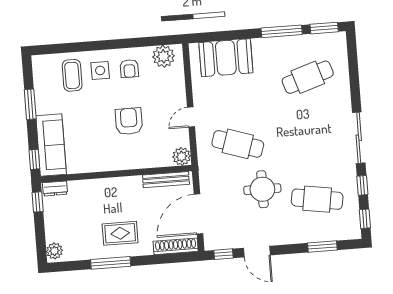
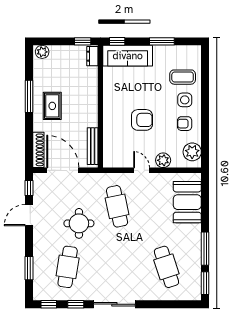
cafe table: (238, 144) -> (117, 206), turned -30
plant: (182, 156) -> (163, 160), moved

